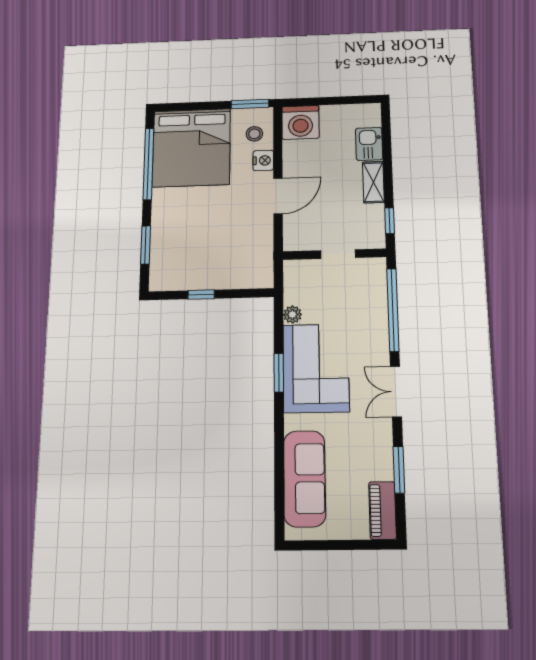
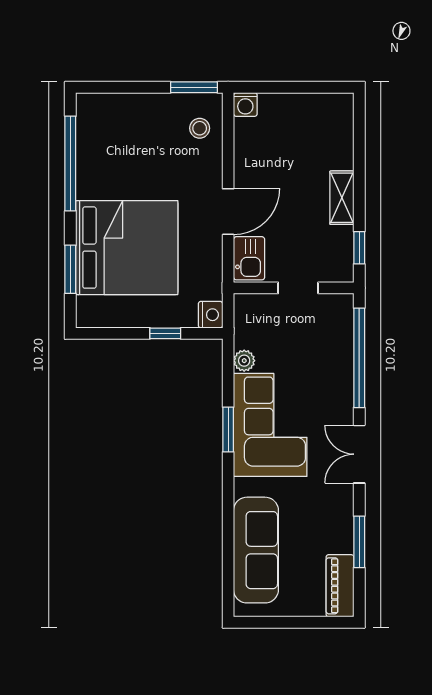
washing machine: (301, 122) -> (245, 104), width x0.53, depth x0.53
kitchen sink: (369, 144) -> (249, 258), moved, turned 180
bed: (191, 148) -> (127, 248), moved, turned -90
nightstand: (263, 160) -> (211, 315), moved
window: (201, 294) -> (165, 333), moved

